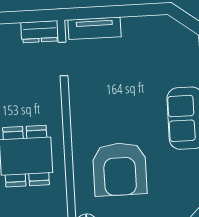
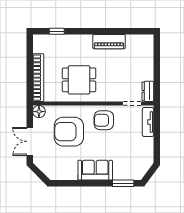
armchair: (96, 108) -> (104, 120), added

